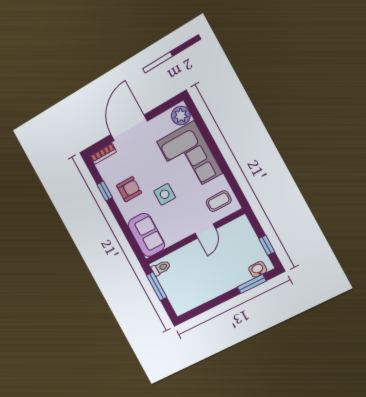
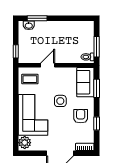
armchair: (129, 189) -> (81, 116), turned 90
window: (128, 235) -> (97, 88), added
window: (267, 245) -> (16, 51), moved

